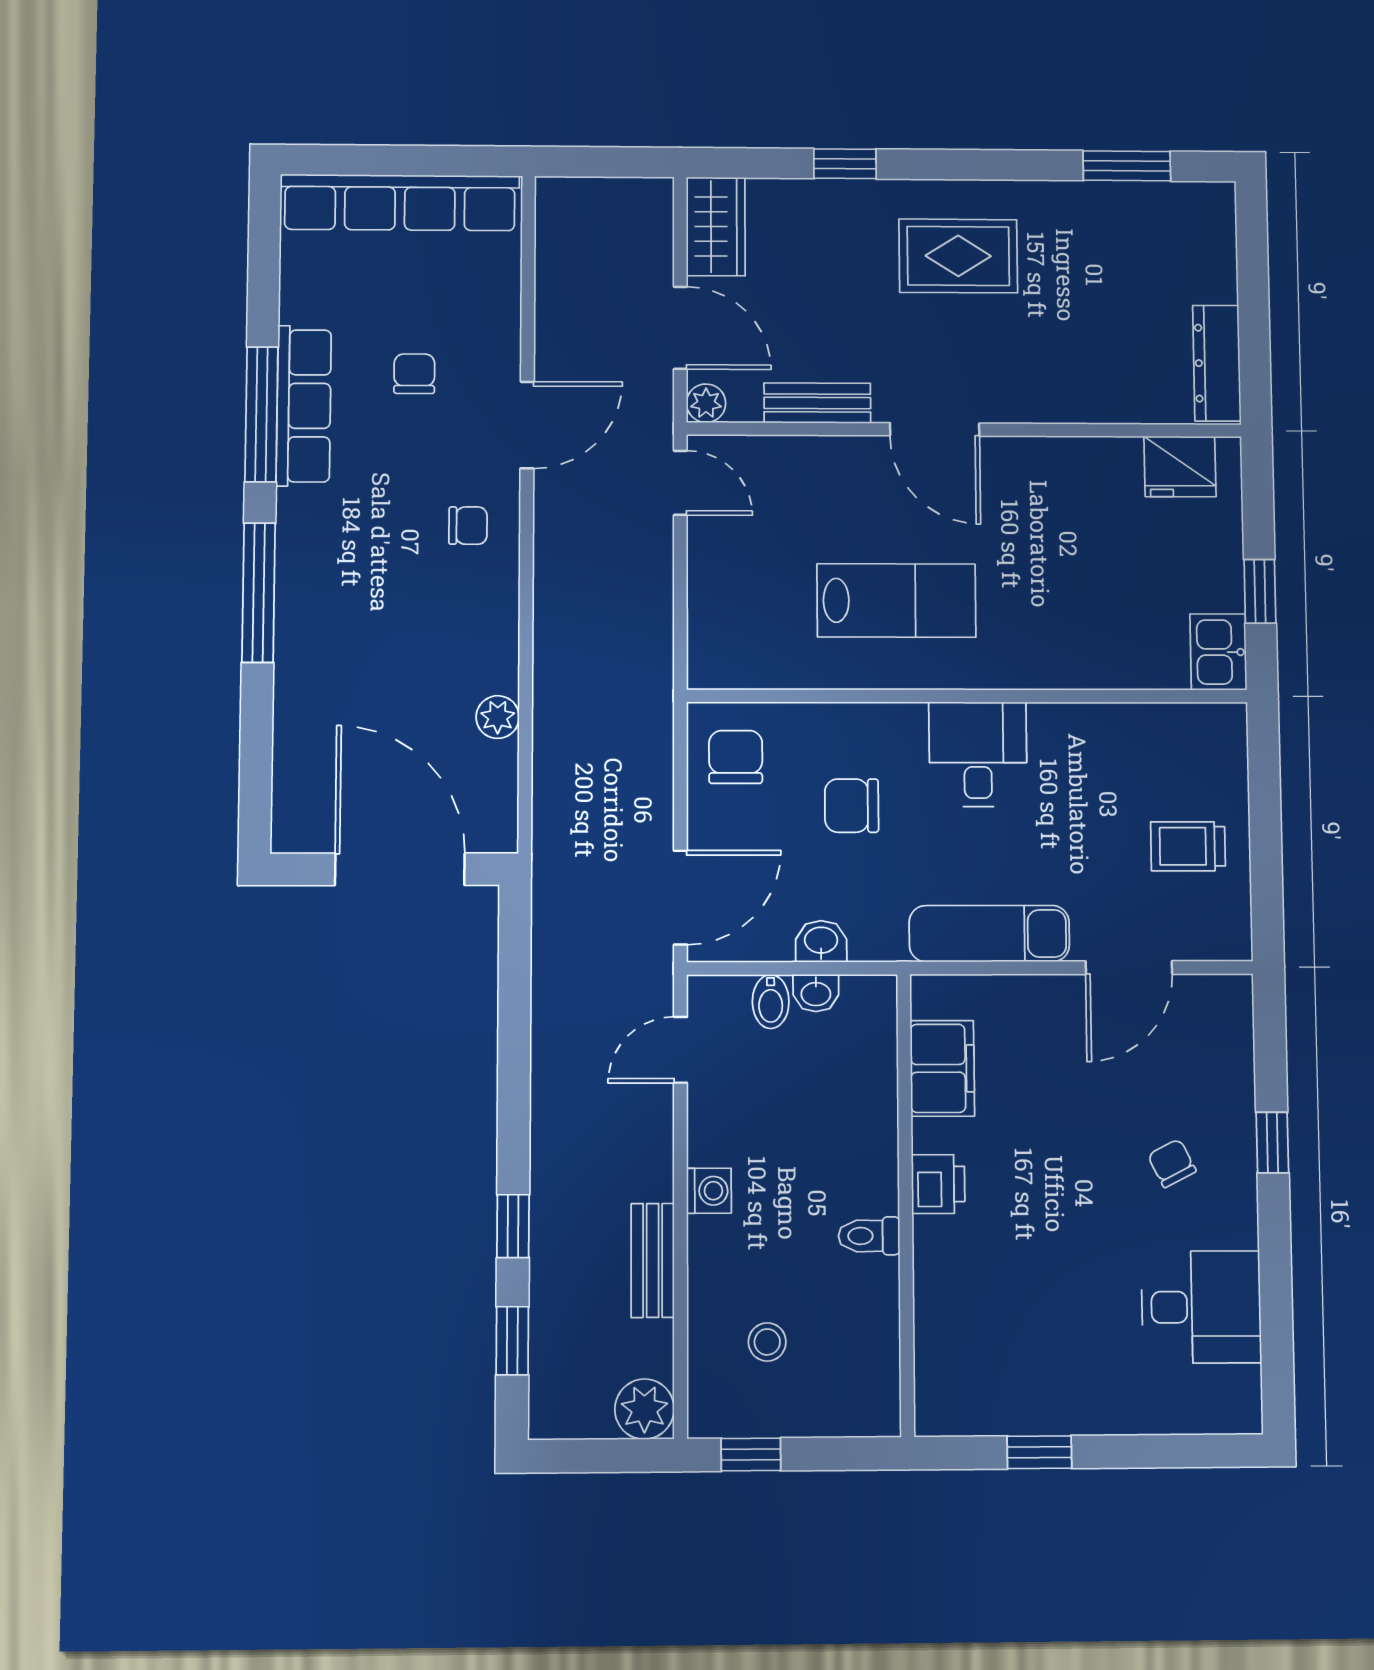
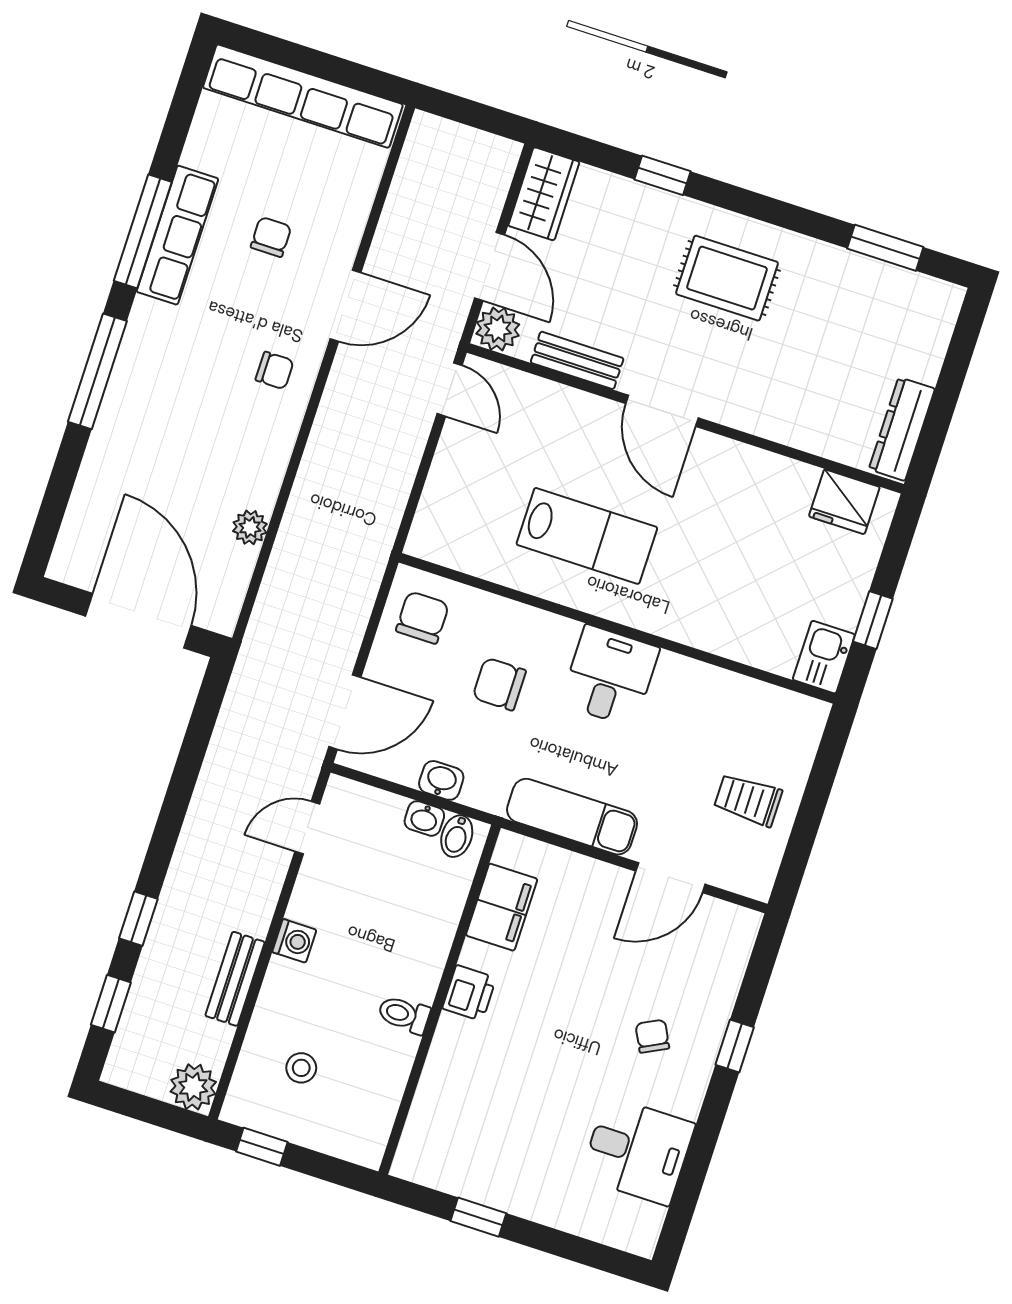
plant: (706, 403) -> (498, 329), width x1.38, depth x1.38
bidet: (771, 1002) -> (457, 836), moved

